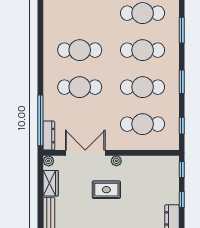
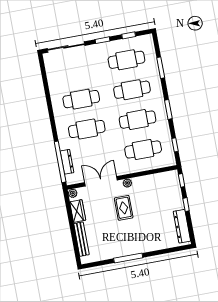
dresser: (49, 136) -> (67, 162), moved
rug: (106, 190) -> (124, 208), turned 90

